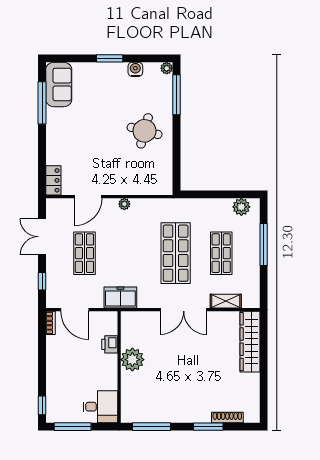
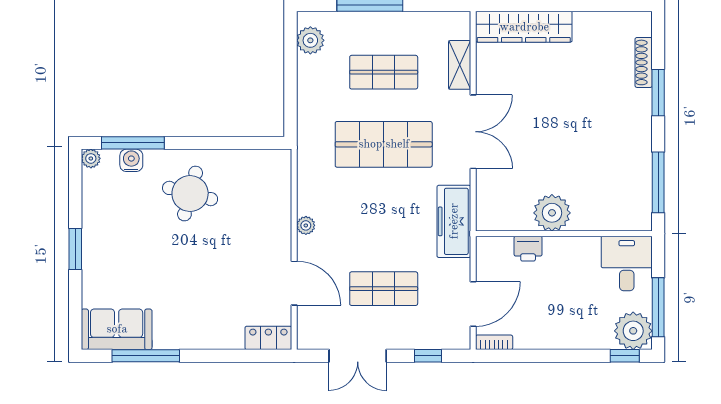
water cooler: (135, 69) -> (131, 160), moved, turned 90
freezer: (120, 298) -> (454, 221), width x1.40
plant: (58, 411) -> (633, 331), added

